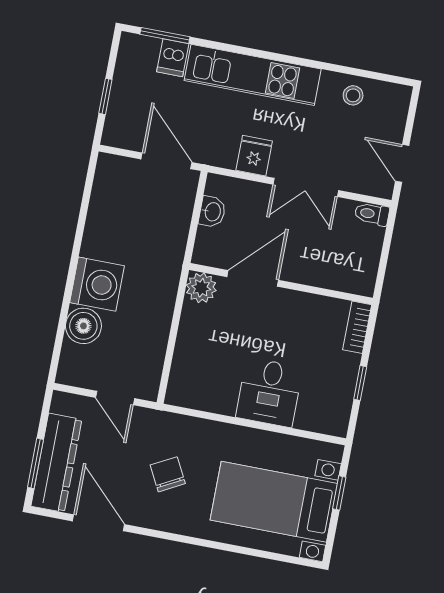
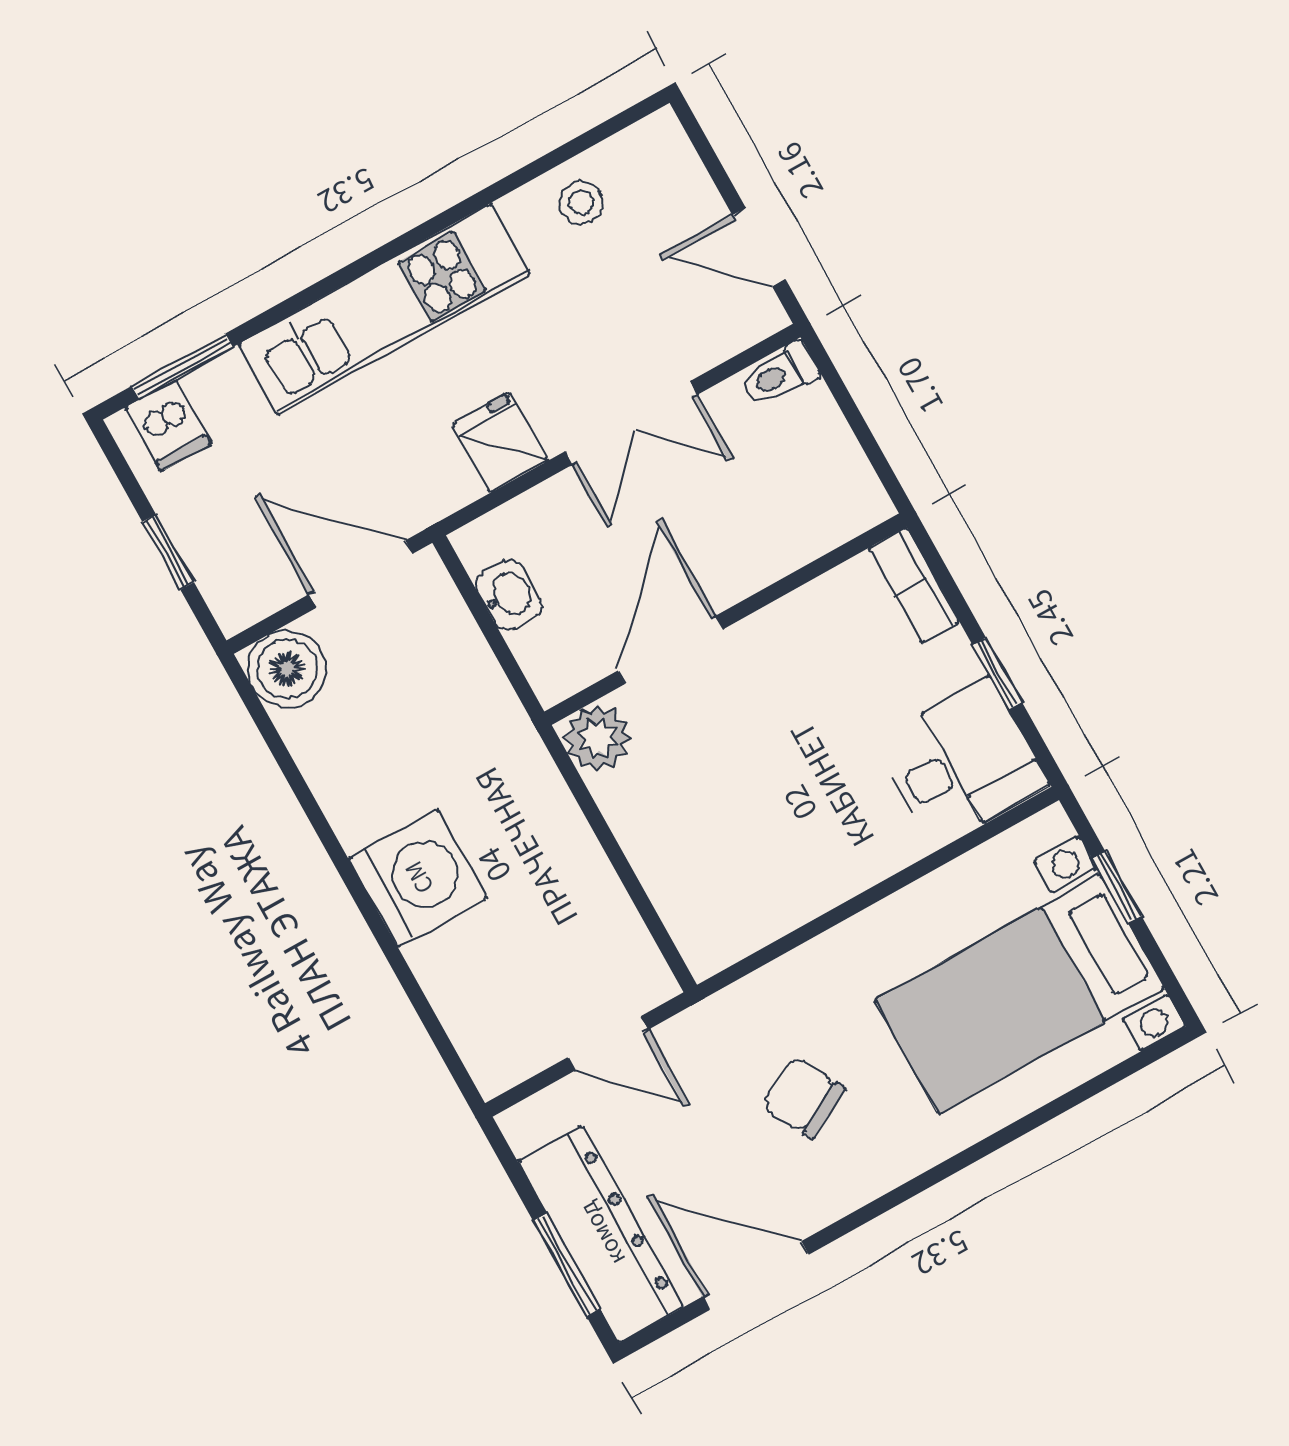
dishwasher: (173, 58) -> (168, 426), moved
boiler: (83, 326) -> (287, 669), moved
desk: (269, 392) -> (961, 763), moved, turned -90

